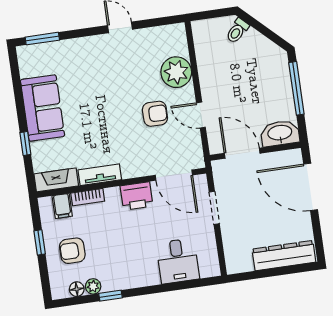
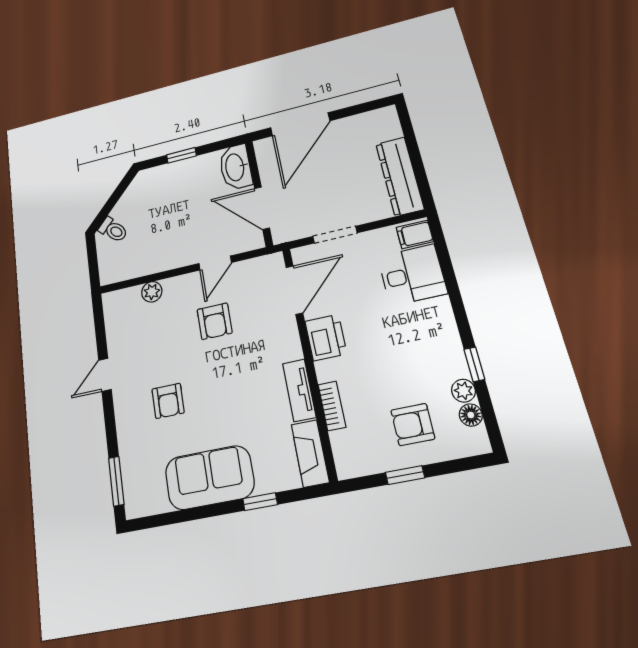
plant: (176, 72) -> (152, 292), width x0.53, depth x0.53
armchair: (98, 77) -> (168, 401), added
window: (296, 88) -> (181, 155), width x0.46
armchair: (155, 114) -> (215, 321), turned 180
door: (242, 153) -> (262, 208), hinge flipped
filing cabinet: (62, 206) -> (415, 234), moved, turned 180
armchair: (72, 251) -> (413, 424), turned 90
dresser: (284, 256) -> (400, 176), moved

